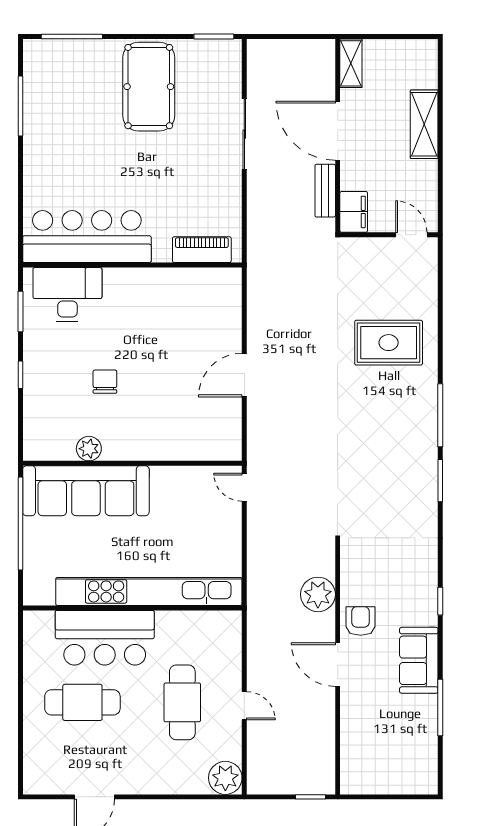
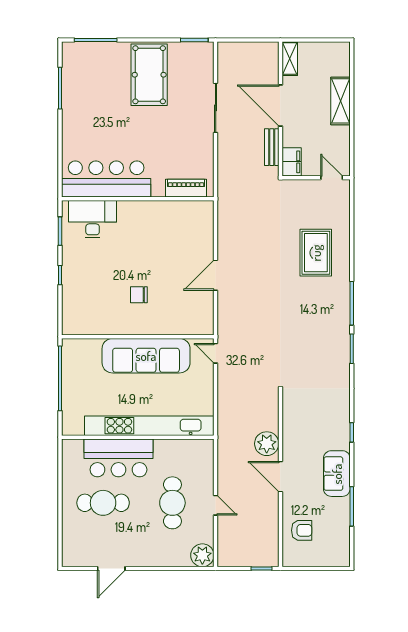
rug: (389, 343) -> (316, 253), turned 90
chair: (105, 382) -> (139, 295), moved, turned -90
plant: (89, 449) -> (107, 326), removed
sofa: (86, 491) -> (146, 356), moved
plant: (318, 594) -> (267, 444), moved
armchair: (360, 621) -> (302, 530), moved, turned 90

